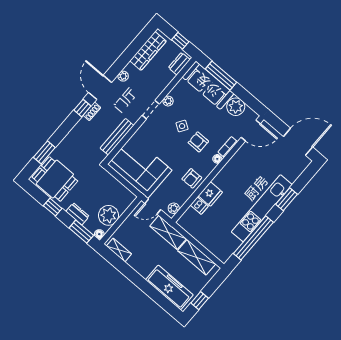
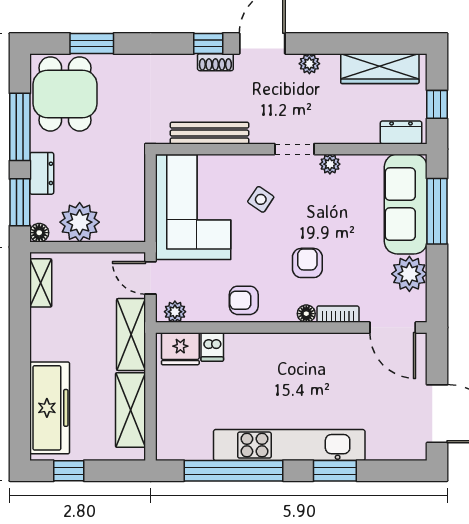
side table: (182, 126) -> (261, 199), moved
fridge: (210, 194) -> (180, 349), moved
window: (53, 207) -> (20, 127), width x2.17

